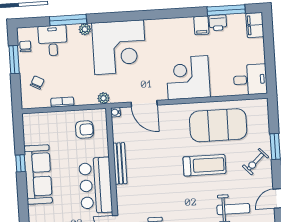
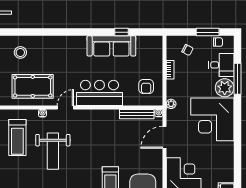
plant: (85, 29) -> (225, 88), width x1.88, depth x1.88
bench: (120, 163) -> (137, 114), moved

